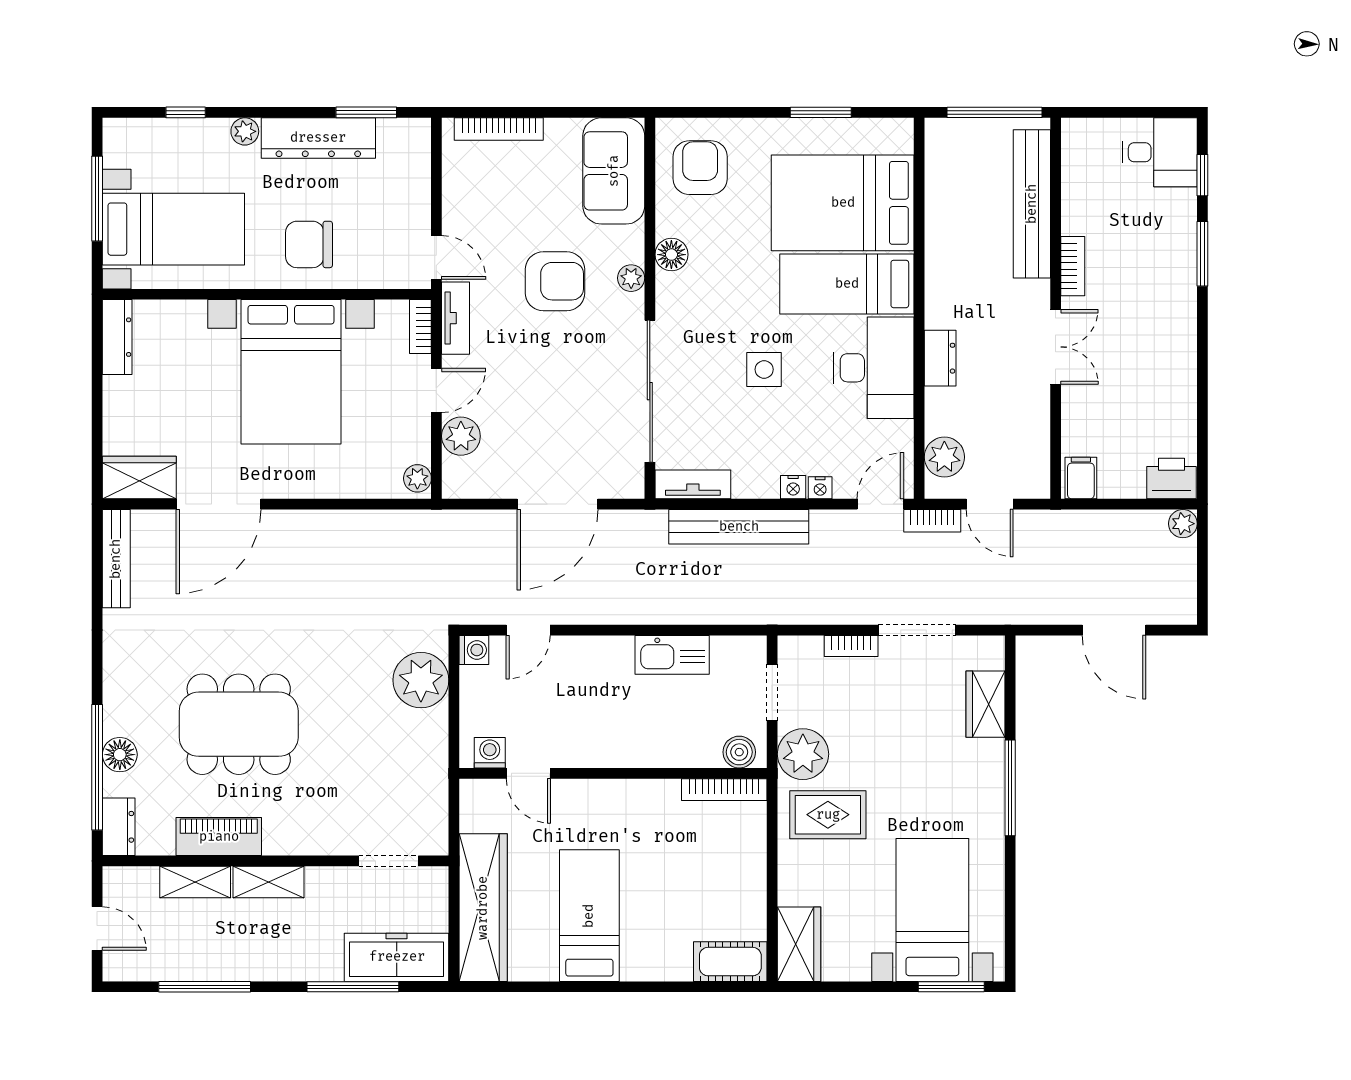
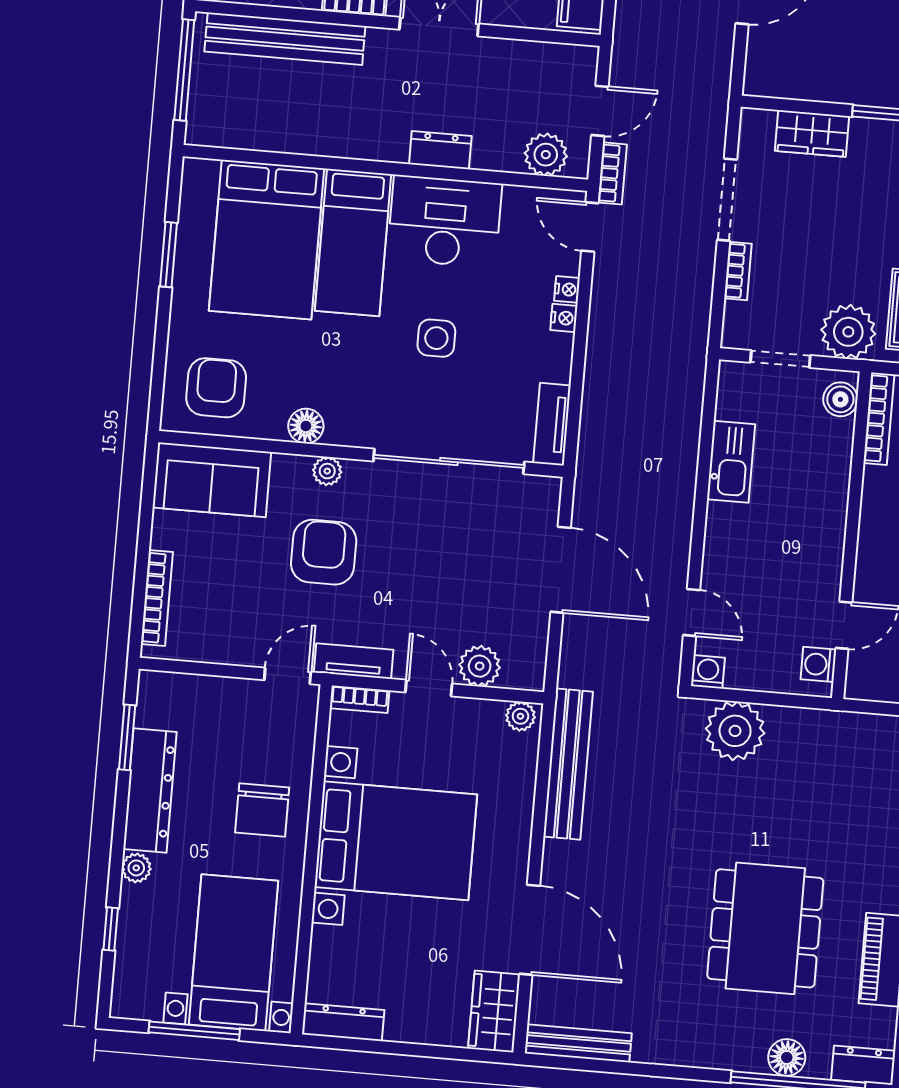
armchair: (700, 168) -> (216, 388), turned 90
bench: (739, 527) -> (568, 764), moved

